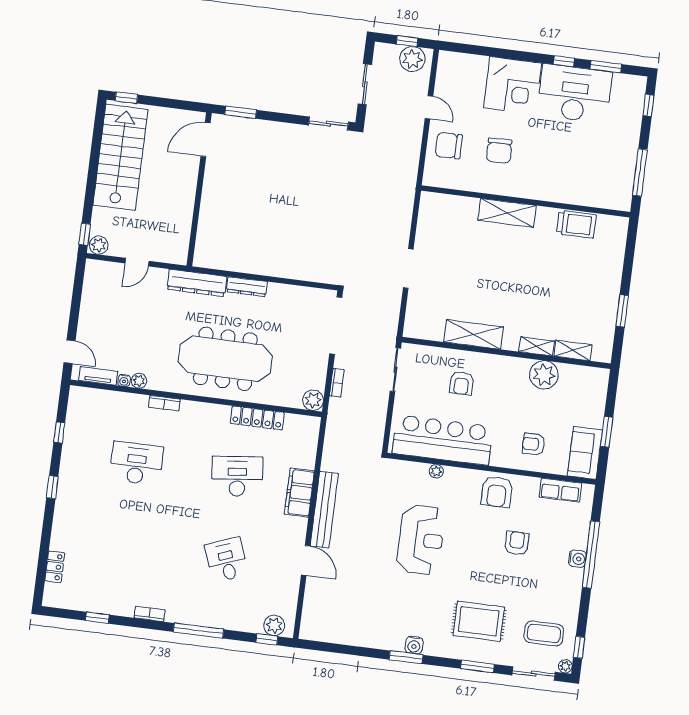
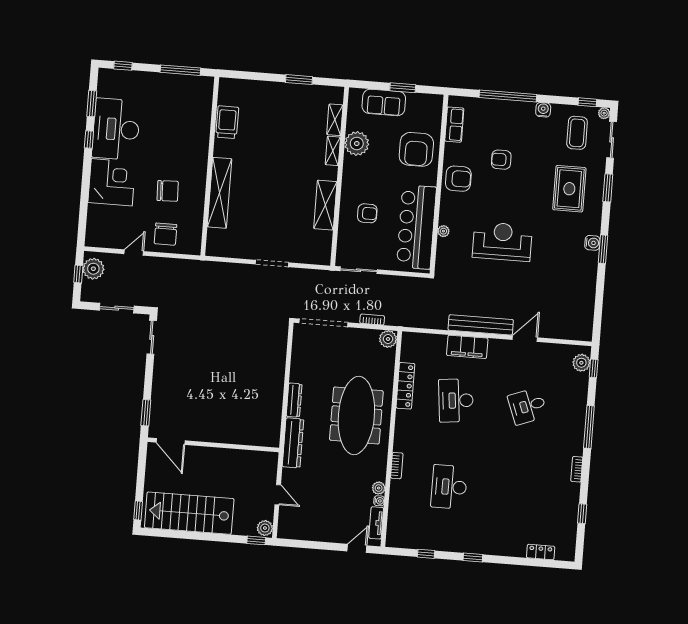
shelving: (507, 213) -> (220, 193), width x1.47
armchair: (534, 444) -> (416, 149), width x1.88, depth x1.88
sofa: (585, 453) -> (384, 102), moved
water cooler: (577, 559) -> (543, 110), moved

